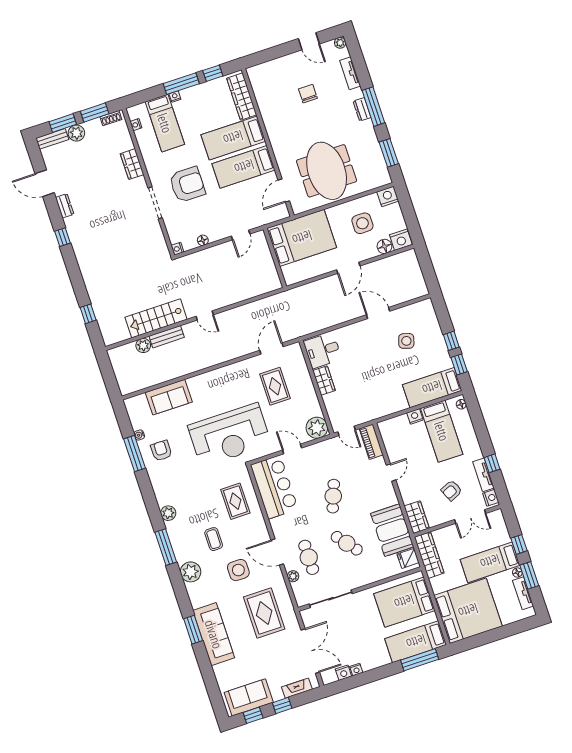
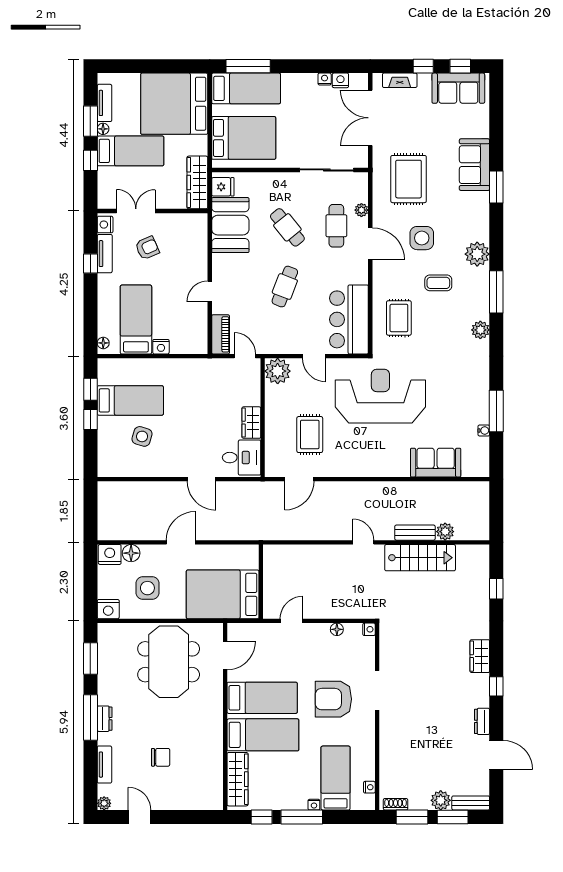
chair: (308, 94) -> (161, 757), turned -90
wardrobe: (132, 164) -> (480, 656), moved, turned 180
door: (378, 313) -> (202, 479), moved
bed: (432, 388) -> (130, 400), moved
armchair: (161, 451) -> (465, 404), removed
wardrobe: (417, 517) -> (197, 231), removed
coffee table: (214, 539) -> (438, 283), turned 90
sofa: (214, 634) -> (474, 165), width x0.73

